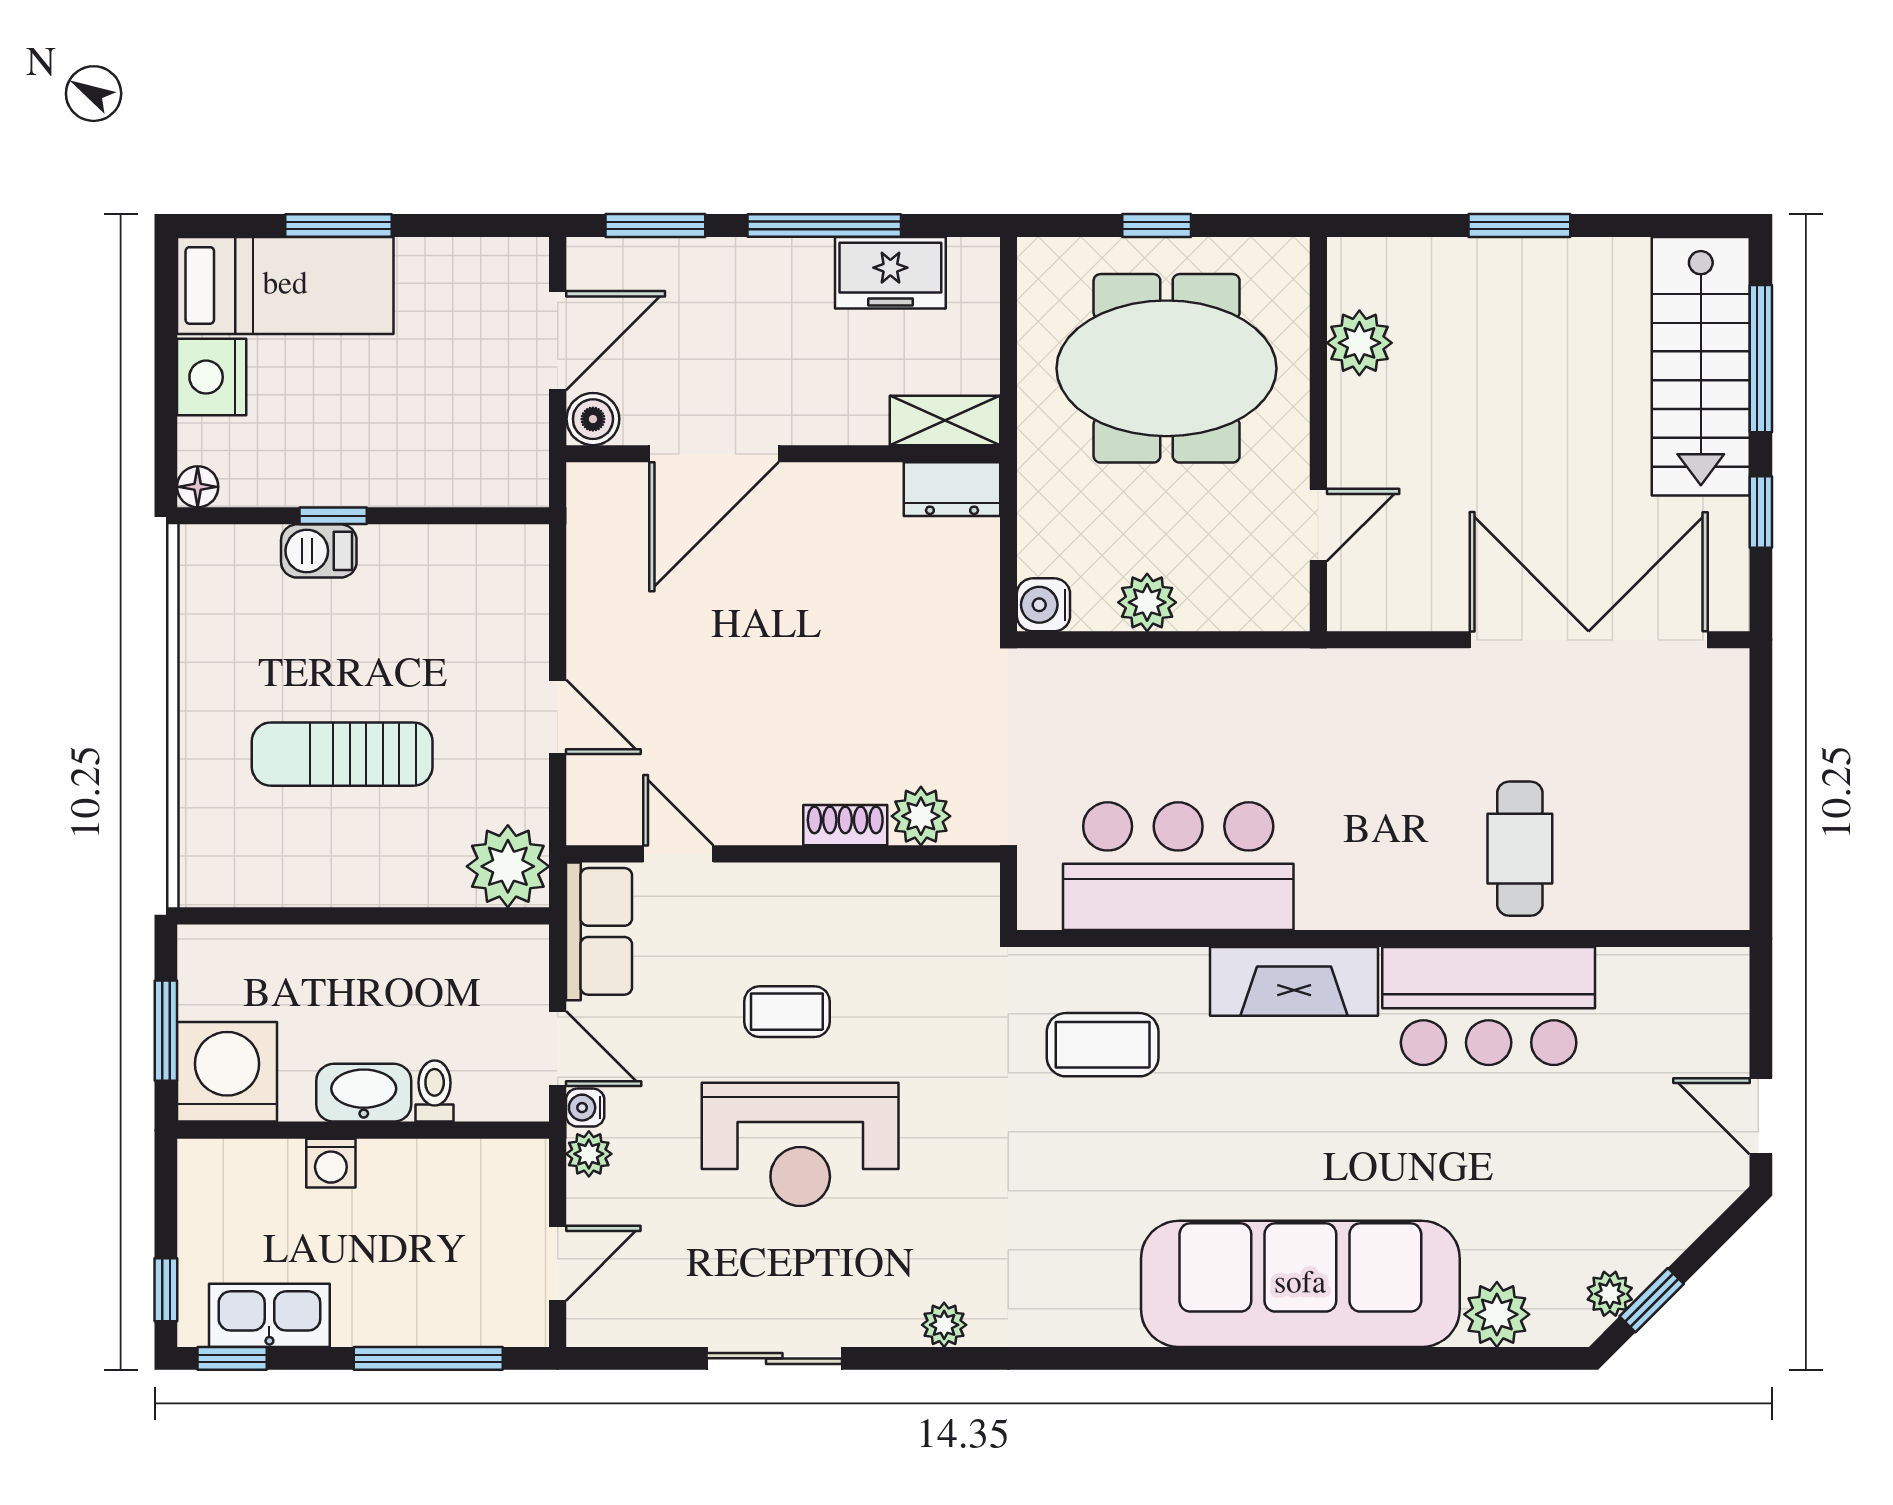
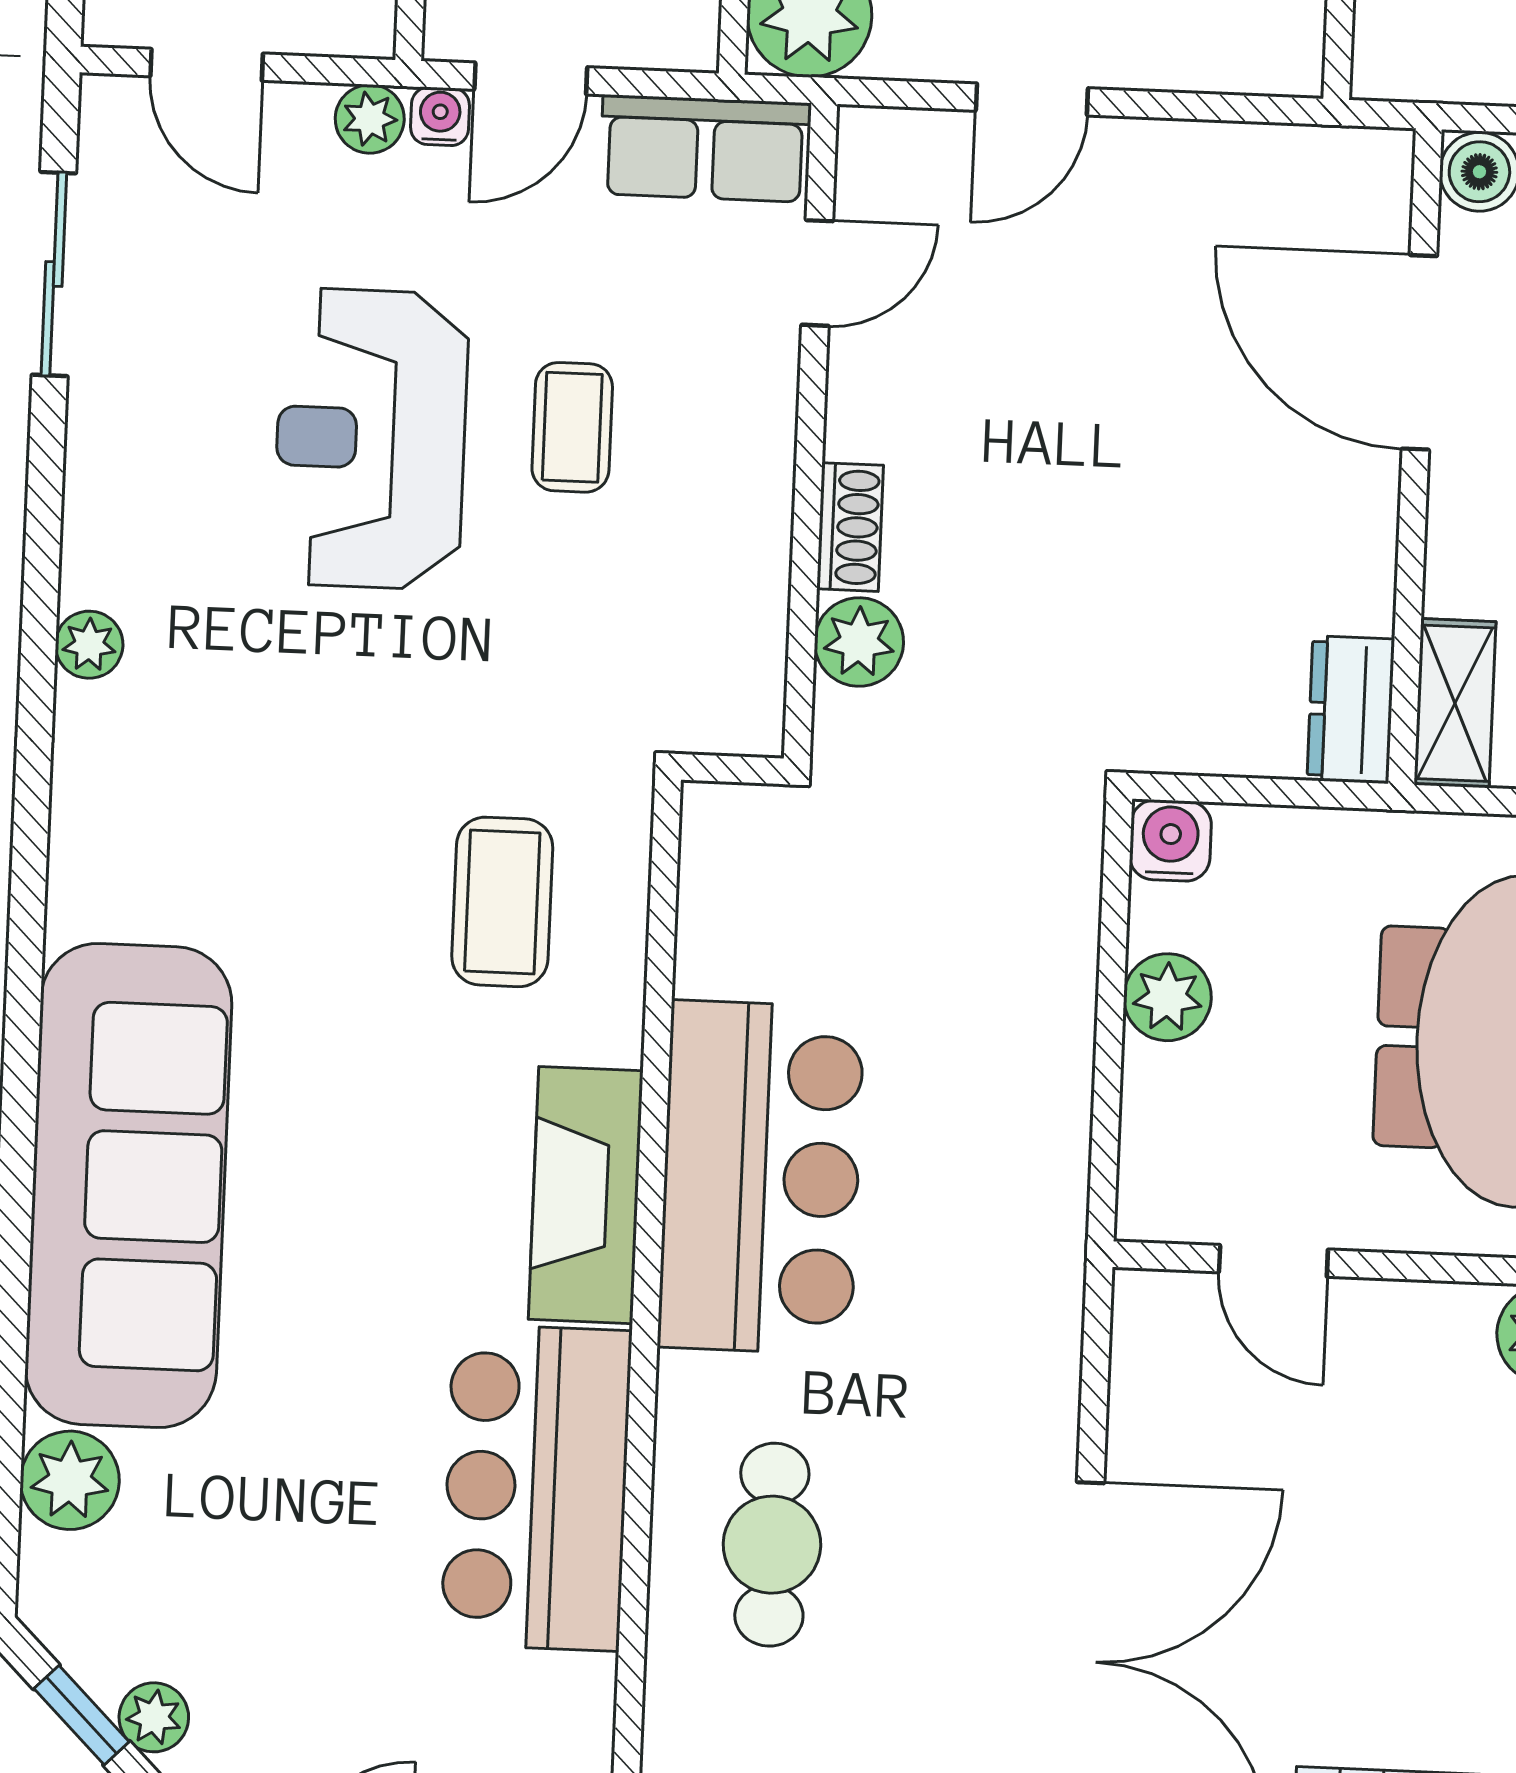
cafe table: (1520, 849) -> (772, 1545), turned 90
bar counter: (1178, 866) -> (761, 1177), moved
plant: (1610, 1294) -> (154, 1717), moved
sliding door: (774, 1358) -> (54, 274), moved

